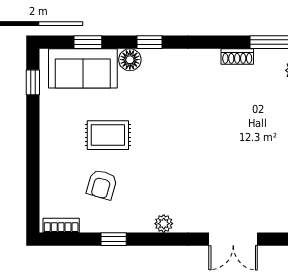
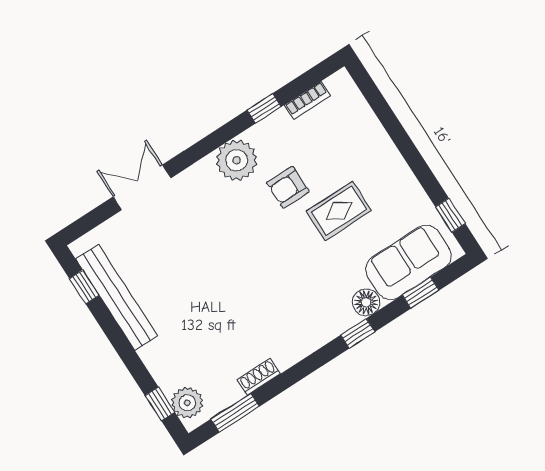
armchair: (102, 185) -> (288, 187), moved, turned -106
plant: (164, 224) -> (237, 160), width x1.87, depth x1.87
bookcase: (61, 225) -> (307, 100), moved

